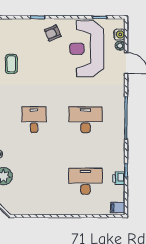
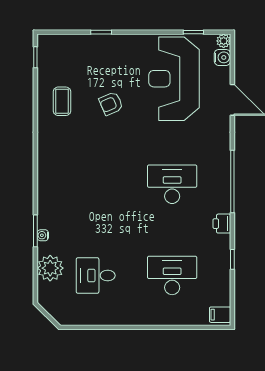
armchair: (53, 33) -> (111, 104), moved
plant: (120, 46) -> (224, 41), moved
desk: (34, 120) -> (96, 275), moved, turned -90
printer: (119, 178) -> (222, 224), moved

